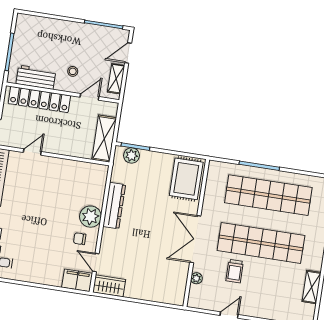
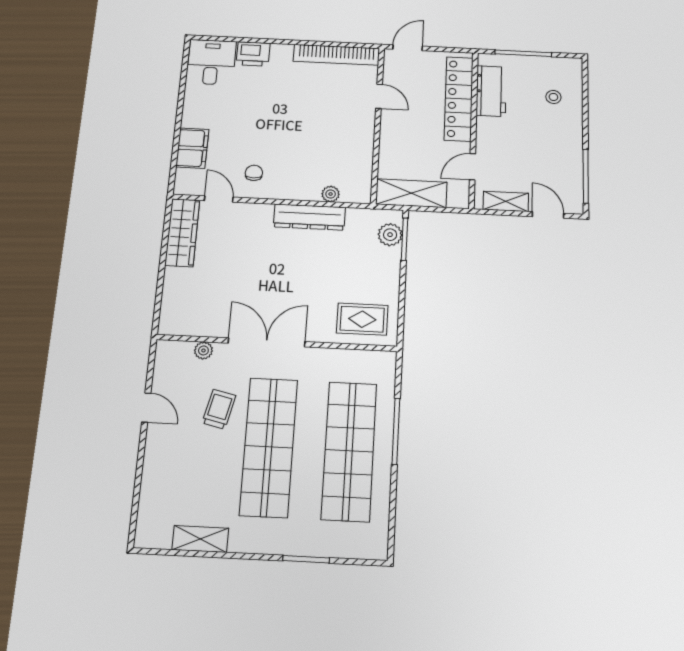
stool: (73, 71) -> (553, 97), moved
door: (89, 97) -> (472, 167), swing flipped
rug: (186, 179) -> (362, 319), width x0.73, depth x0.70
plant: (90, 217) -> (331, 194), moved, width x0.53, depth x0.53
door: (96, 262) -> (219, 199), hinge flipped
trolley: (235, 271) -> (219, 409), turned 103
filing cabinet: (77, 280) -> (192, 148), moved
wardrobe: (109, 286) -> (182, 233), width x1.50

